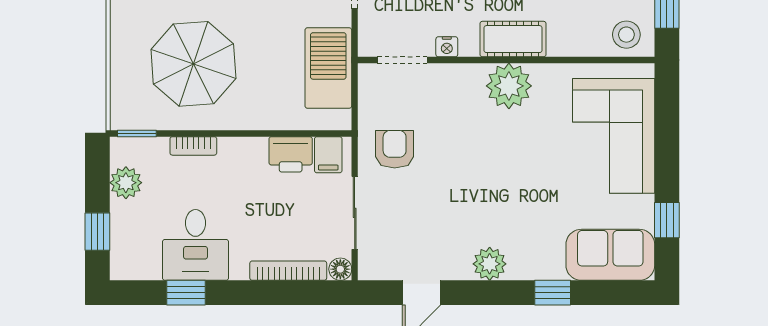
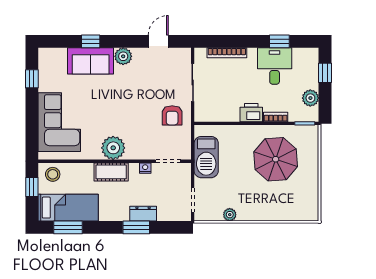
printer: (291, 154) -> (251, 113), moved
filing cabinet: (328, 155) -> (206, 112), removed
sofa: (610, 255) -> (91, 61), moved
floor lamp: (340, 269) -> (200, 54), removed

